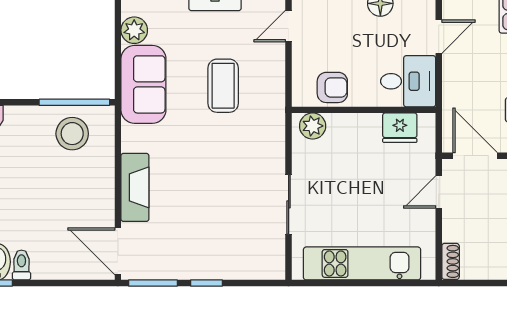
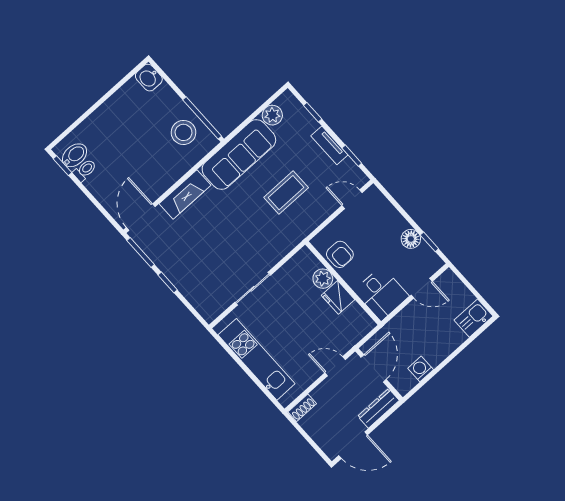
sofa: (143, 84) -> (239, 155), width x1.36
plant: (313, 126) -> (323, 279), moved
fridge: (400, 128) -> (338, 297), moved

